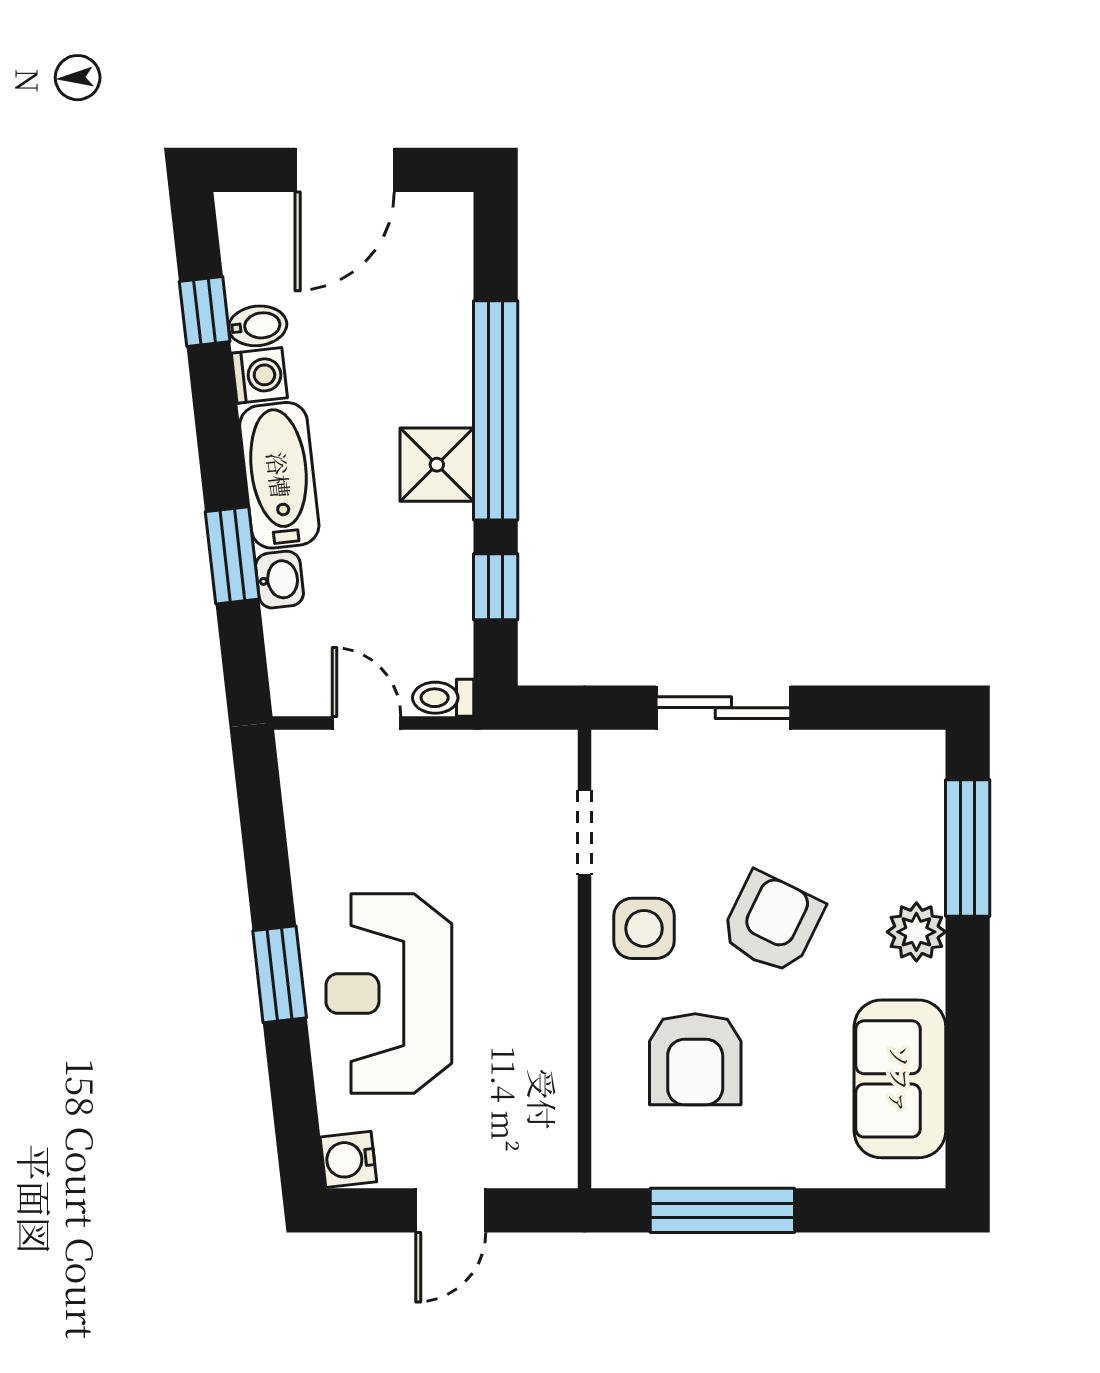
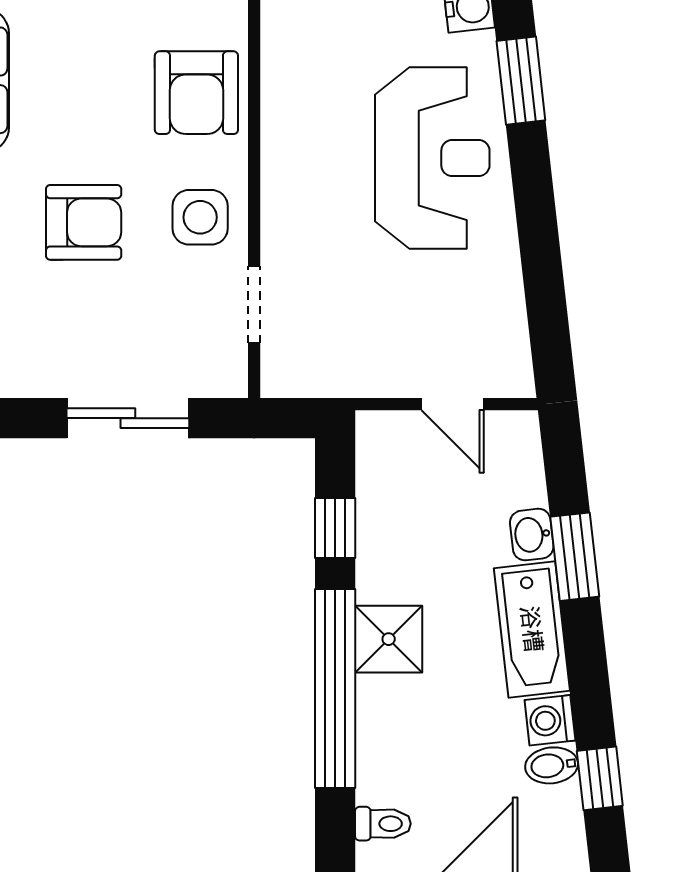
toilet: (443, 698) -> (383, 824), moved
armchair: (772, 923) -> (84, 222), turned -116
window: (280, 974) -> (521, 81), moved
armchair: (695, 1059) -> (196, 93), moved, turned 180

